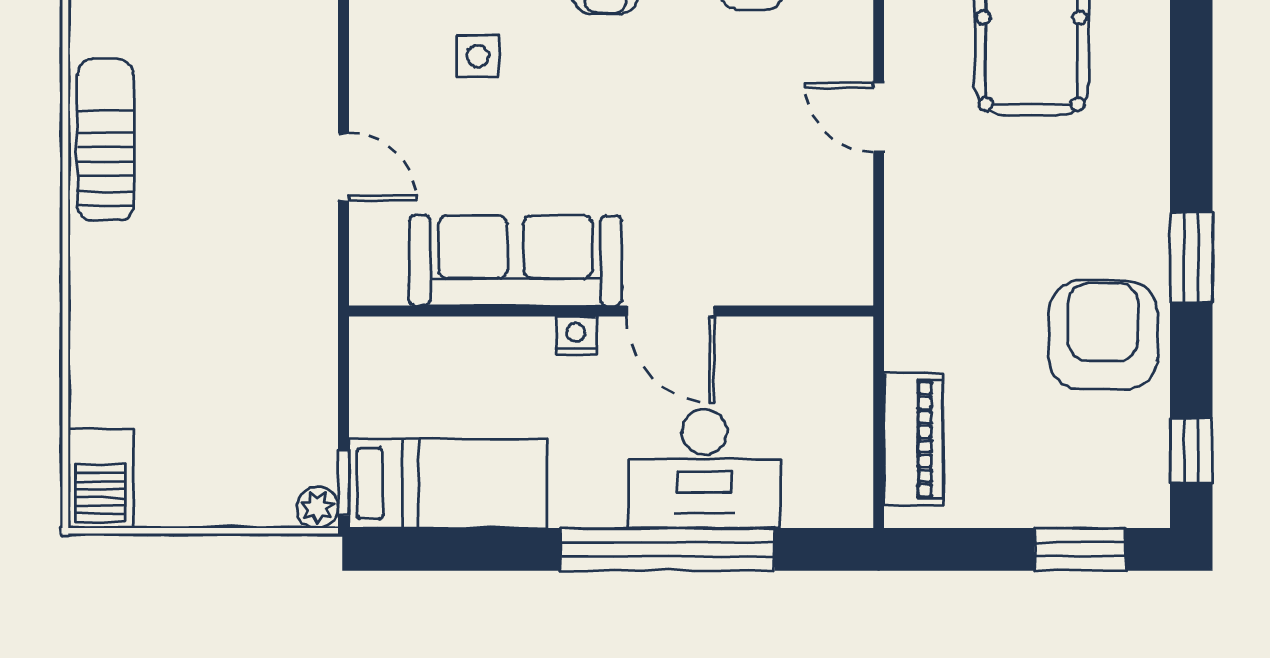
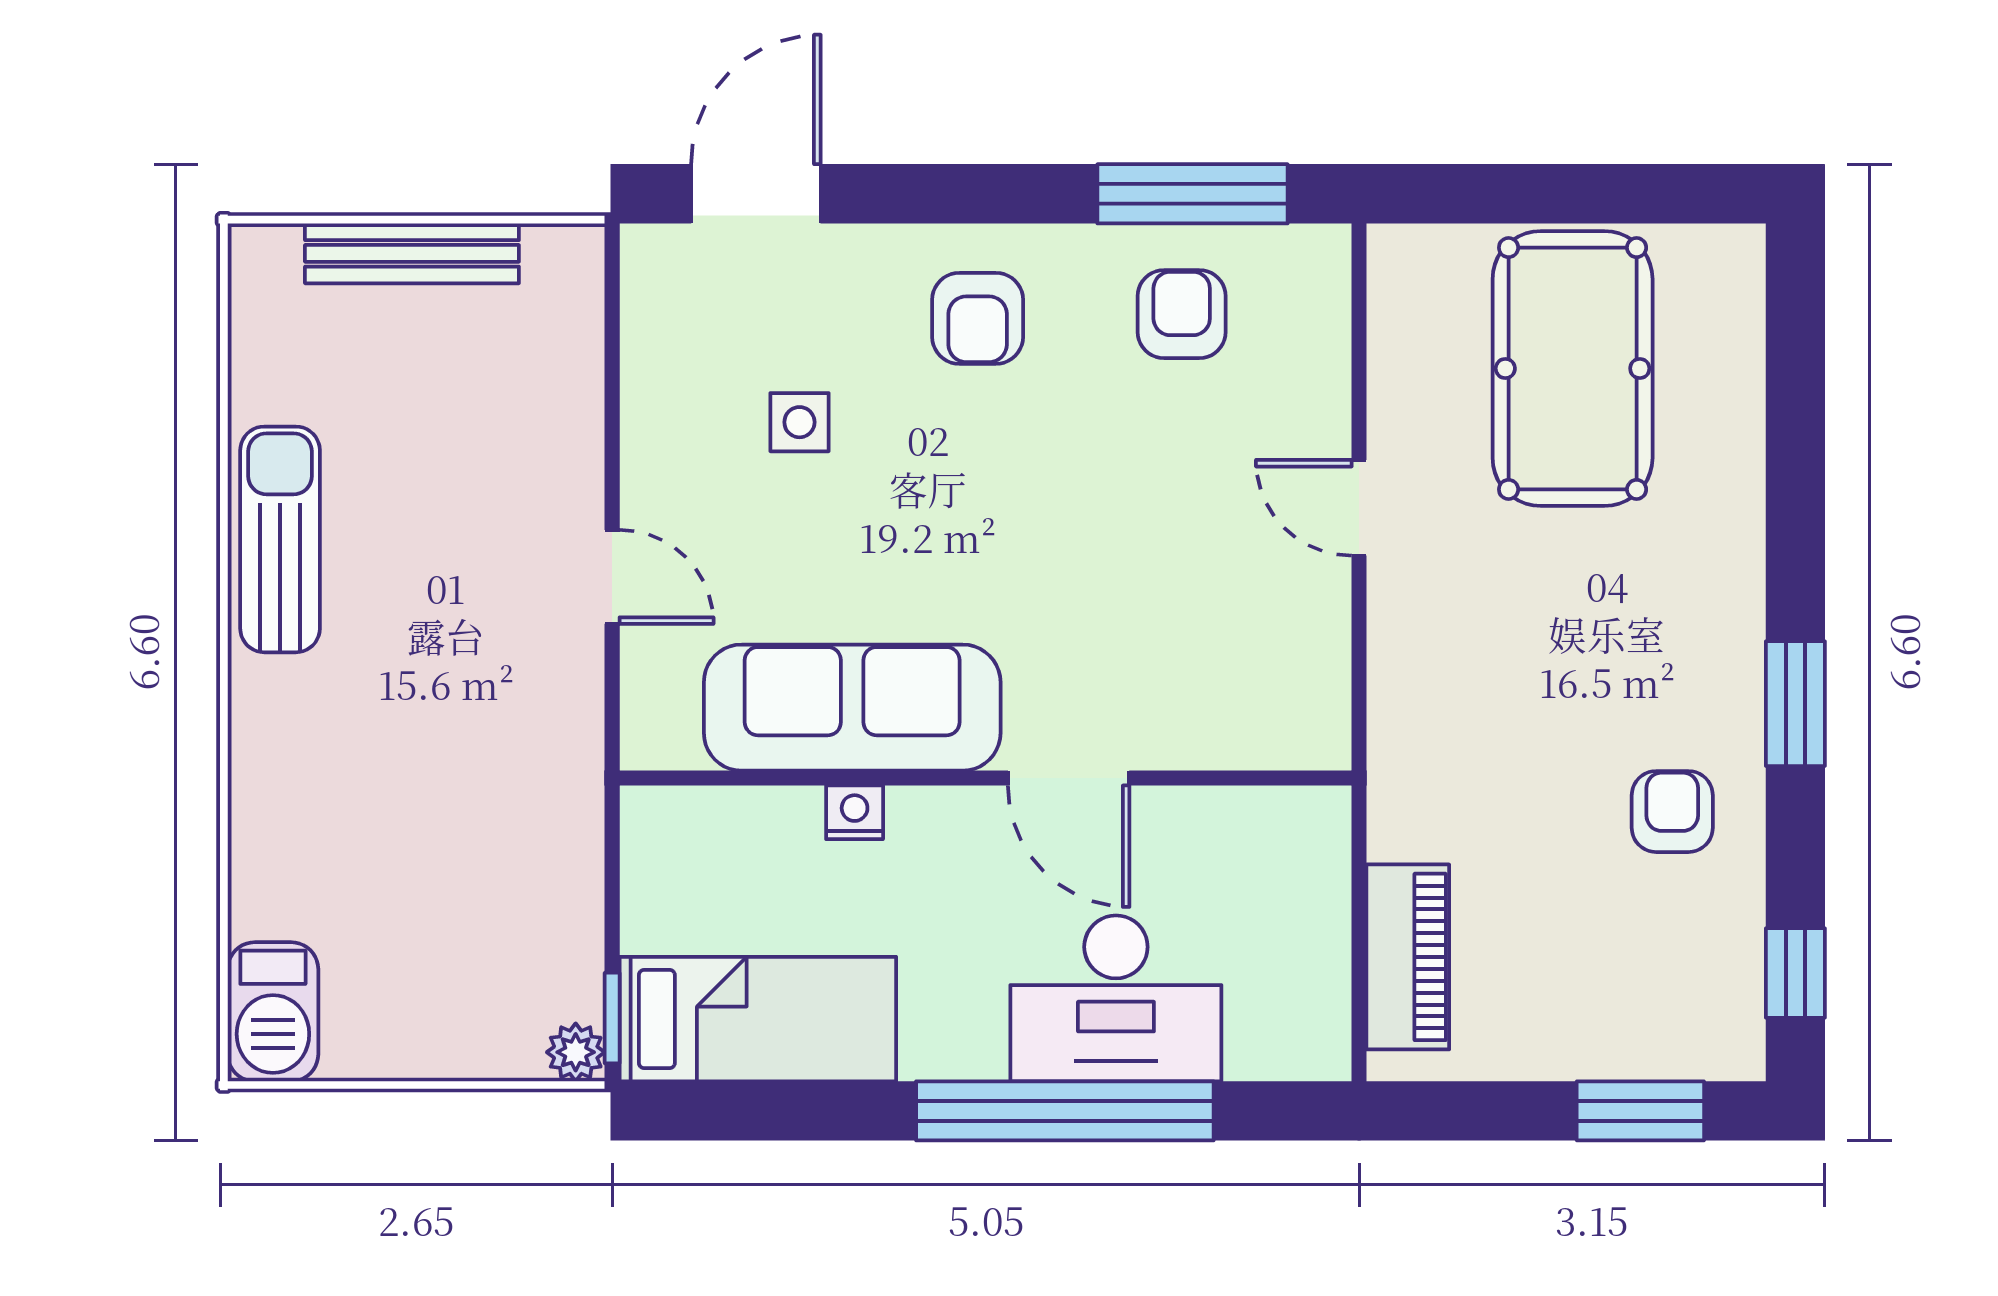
armchair: (1103, 335) -> (1672, 812), width x0.53, depth x0.53
nightstand: (576, 336) -> (855, 812), moved

